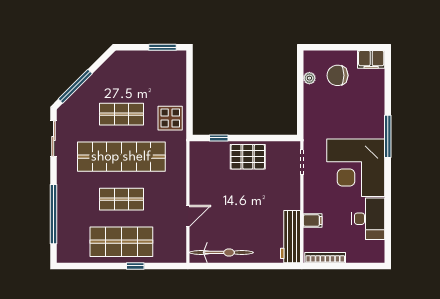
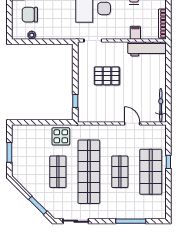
window: (163, 47) -> (9, 152), moved
chair: (337, 75) -> (30, 15), turned 90
window: (75, 86) -> (38, 205), width x0.69
pallet: (248, 157) -> (107, 76), moved, turned 90
window: (54, 214) -> (131, 221), width x0.68
bicycle: (221, 252) -> (161, 105), width x0.73, depth x0.71

